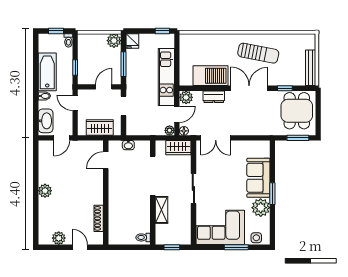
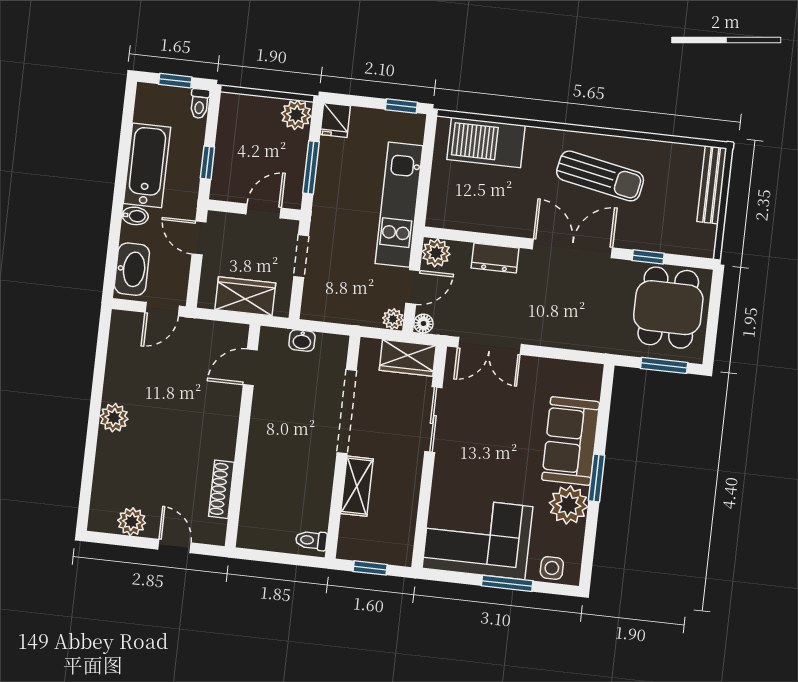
bench: (311, 68) -> (712, 185), moved
barbecue: (211, 76) -> (486, 142), moved, turned 180
sliding door: (193, 188) -> (433, 419), moved

